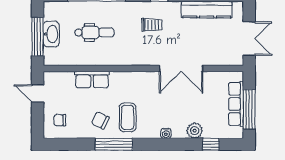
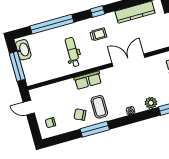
dental chair: (94, 32) -> (73, 52), moved, turned -90
washbasin: (51, 34) -> (23, 50), moved
double door: (181, 68) -> (128, 60), swing flipped
row of seats: (92, 80) -> (88, 80), moved

